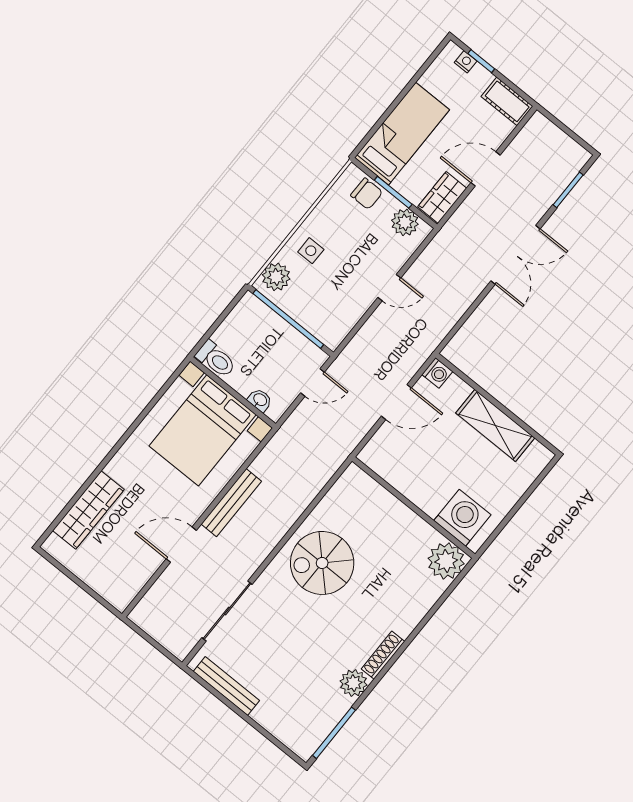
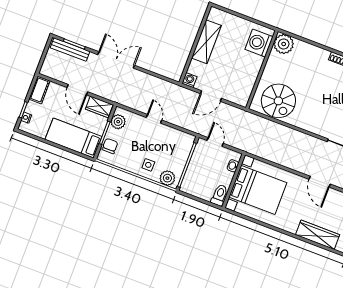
door: (396, 402) -> (211, 96), swing flipped
bench: (231, 503) -> (70, 50), moved
spiral stairs: (322, 563) -> (278, 101), moved

